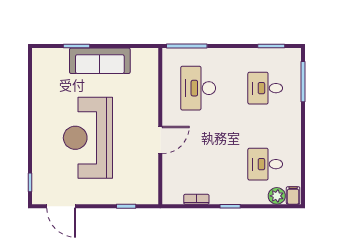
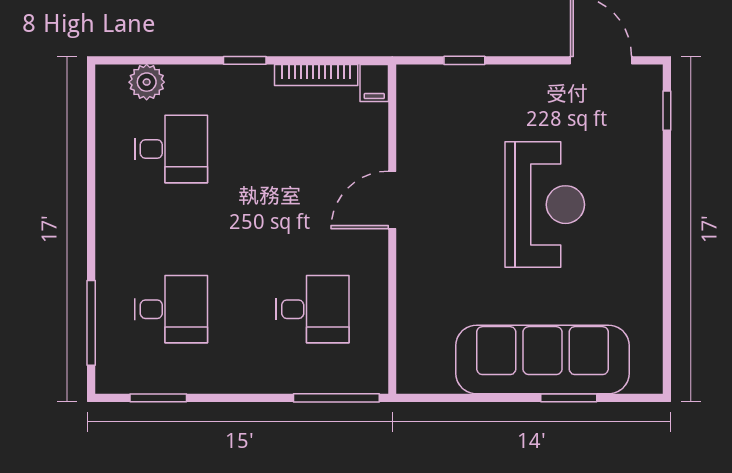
sofa: (100, 61) -> (543, 360), width x1.36, depth x1.27
desk: (198, 88) -> (312, 309), width x0.73
reception desk: (88, 138) -> (545, 205), width x0.74, depth x0.77
filing cabinet: (293, 195) -> (374, 83), moved
bookcase: (196, 199) -> (316, 75), width x1.56

